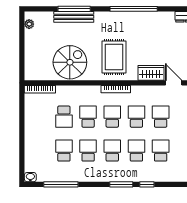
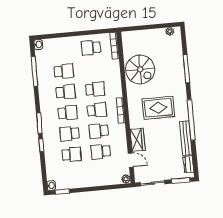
bench: (74, 17) -> (186, 138), moved
rug: (114, 57) -> (158, 108), moved
door: (174, 83) -> (131, 160), hinge flipped
school desk: (64, 117) -> (91, 48), moved
school desk: (136, 117) -> (99, 131), turned 180
school desk: (161, 117) -> (101, 152), turned 180
school desk: (136, 151) -> (70, 134), turned 180

